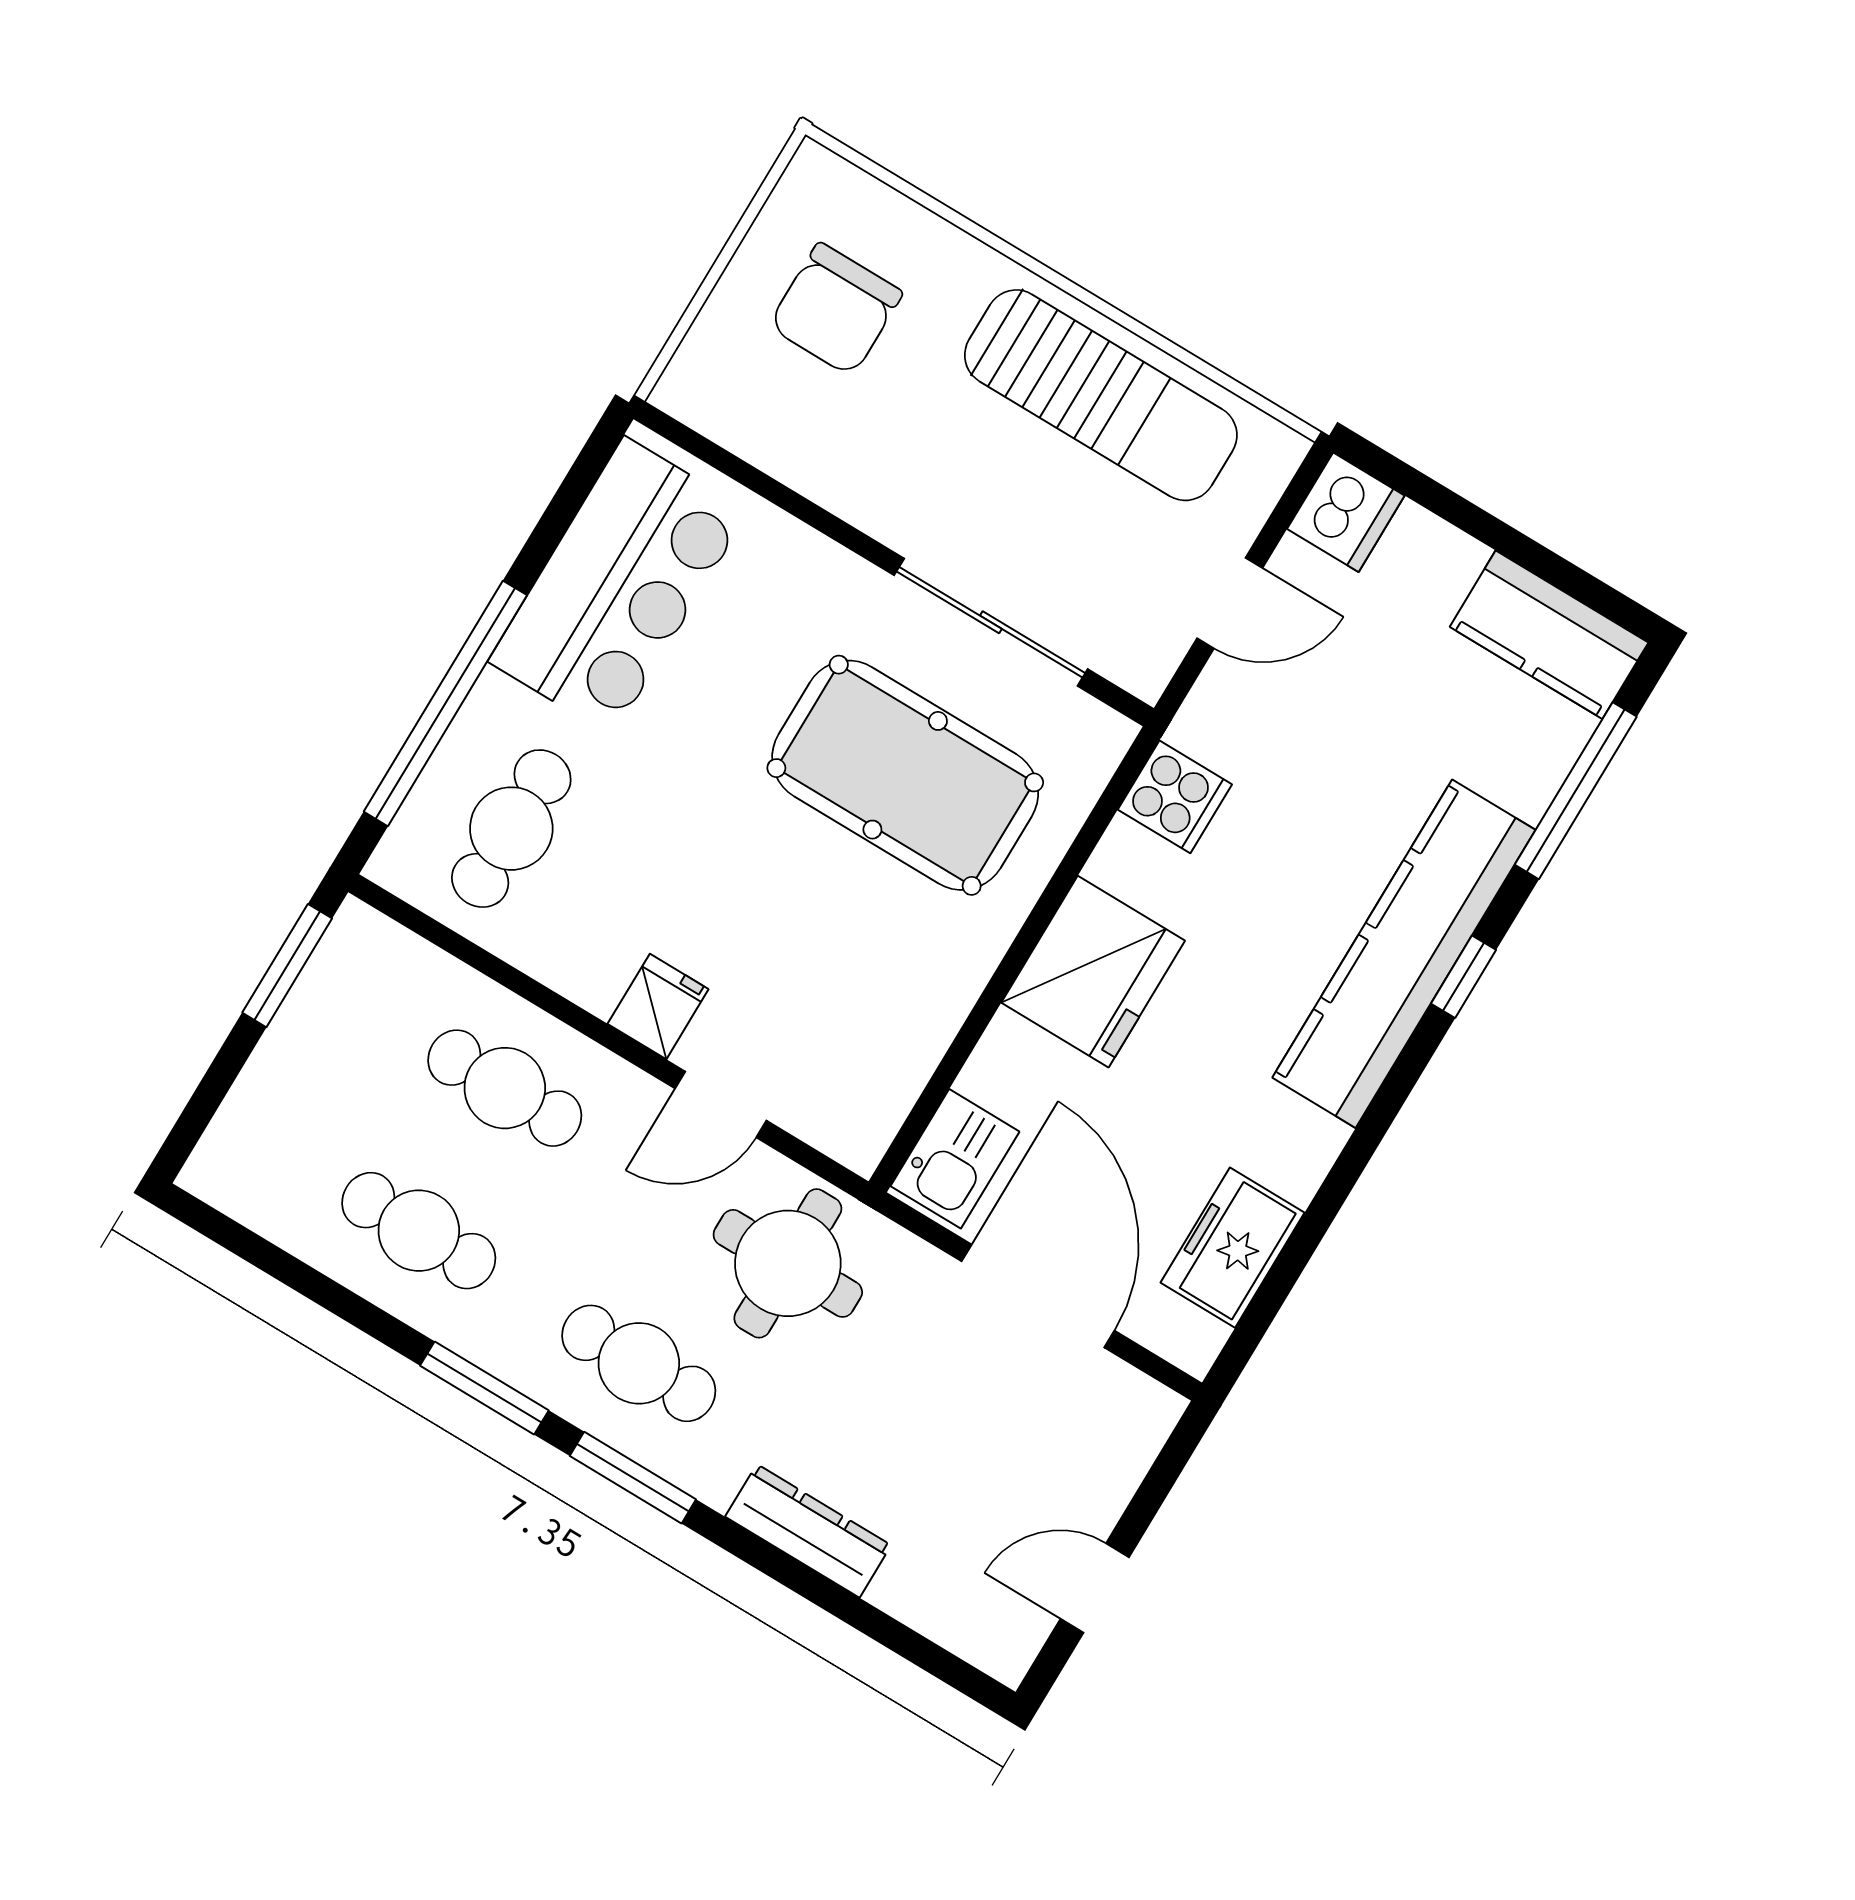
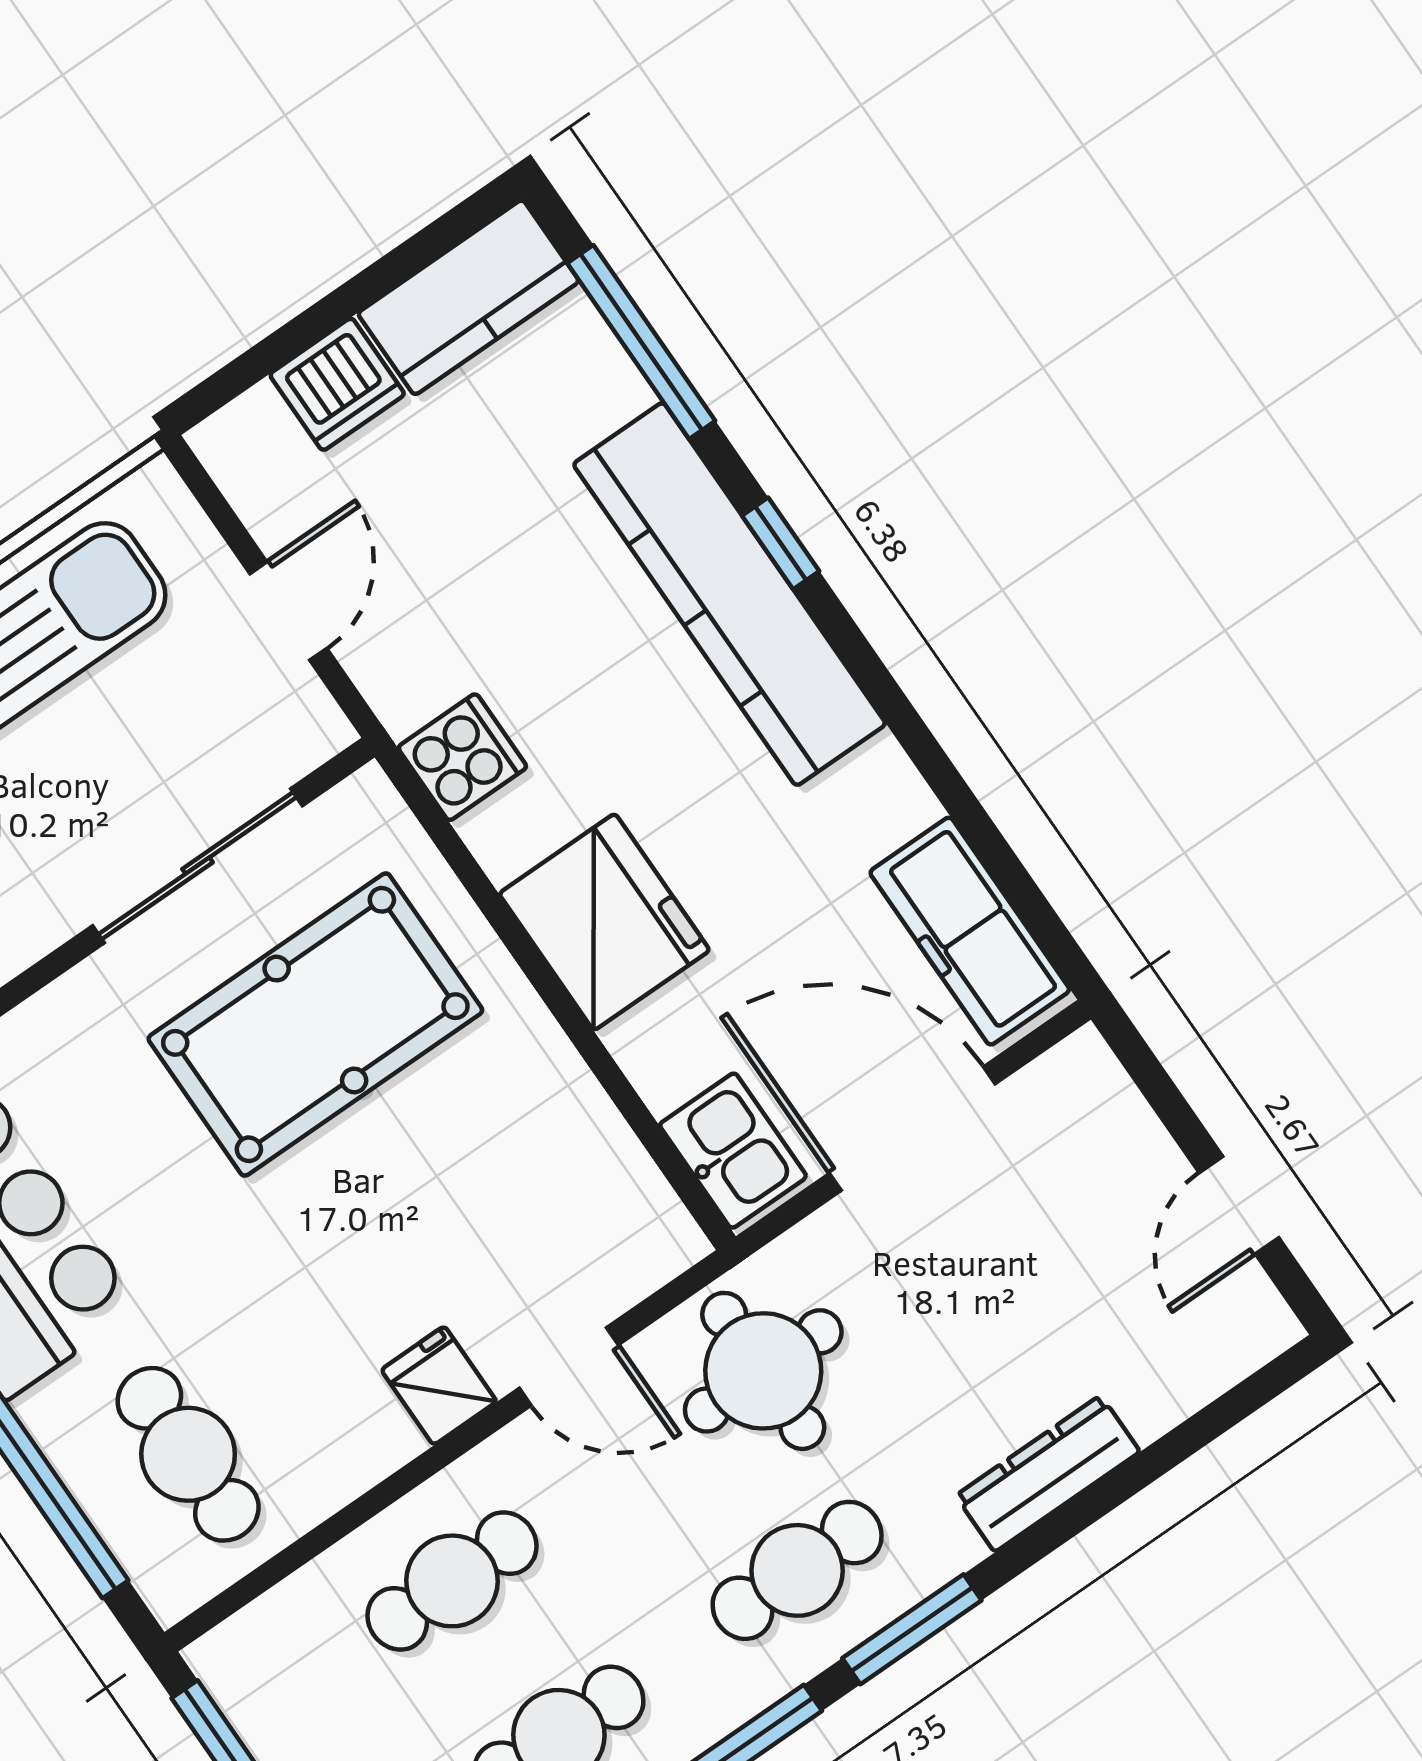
dishwasher: (1346, 512) -> (337, 384), moved, turned 90
door: (721, 1105) -> (569, 1367), hinge flipped
freezer: (1233, 1248) -> (970, 931), width x1.40

